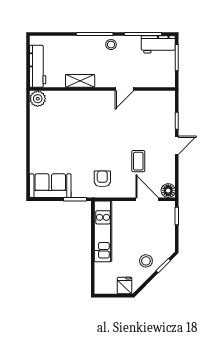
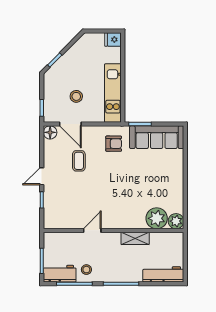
stool: (111, 45) -> (86, 270), moved
workbench: (38, 66) -> (163, 274), moved, turned 90
plant: (58, 102) -> (157, 218), added
armchair: (102, 179) -> (114, 144), turned -90
sofa: (50, 186) -> (157, 137), width x1.36
stool: (146, 261) -> (76, 96), moved
fridge: (125, 285) -> (113, 39), moved, turned 90

